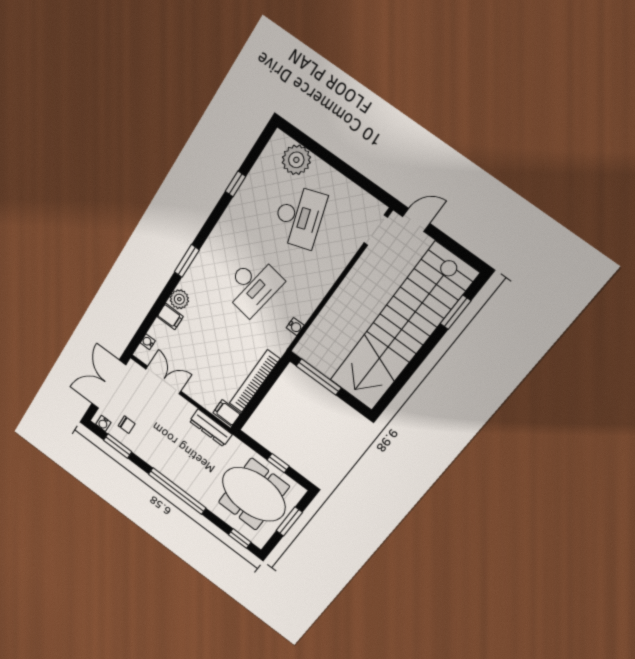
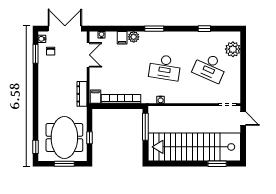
desk: (299, 217) -> (210, 67), turned 42
window: (177, 491) -> (36, 99), removed

